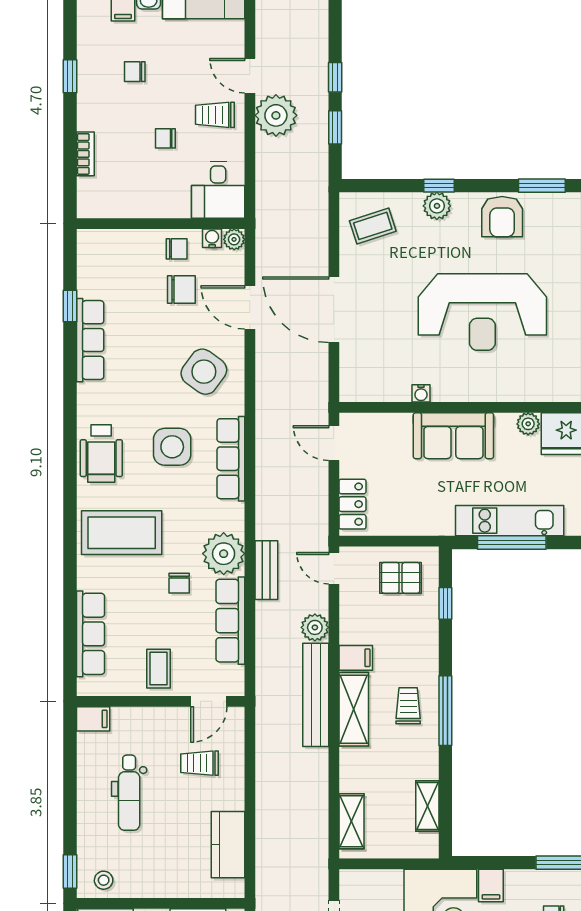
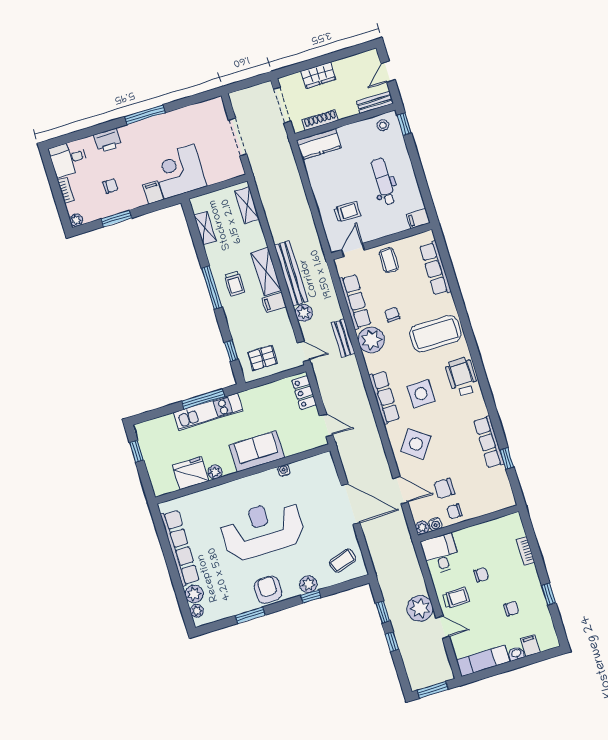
kitchen counter: (228, 845) -> (319, 144), moved, turned 90

